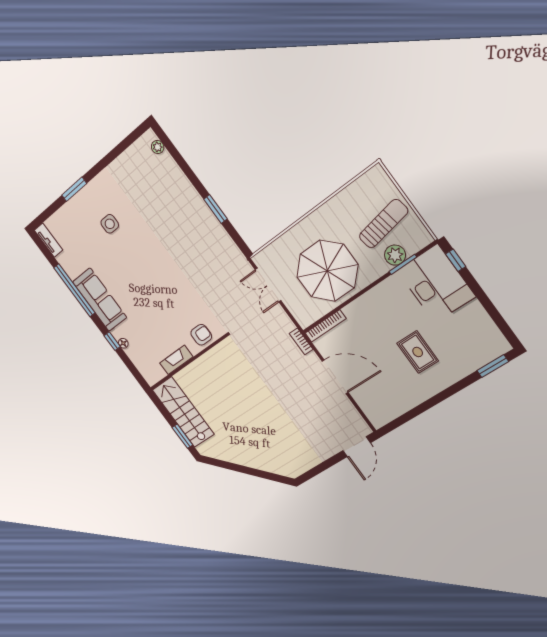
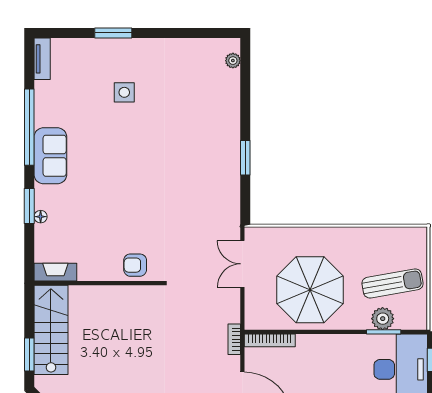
sofa: (100, 300) -> (50, 156), width x0.73
armchair: (201, 335) -> (135, 265), turned 180
window: (112, 341) -> (29, 206), width x1.50
fireplace: (176, 360) -> (55, 272), moved

